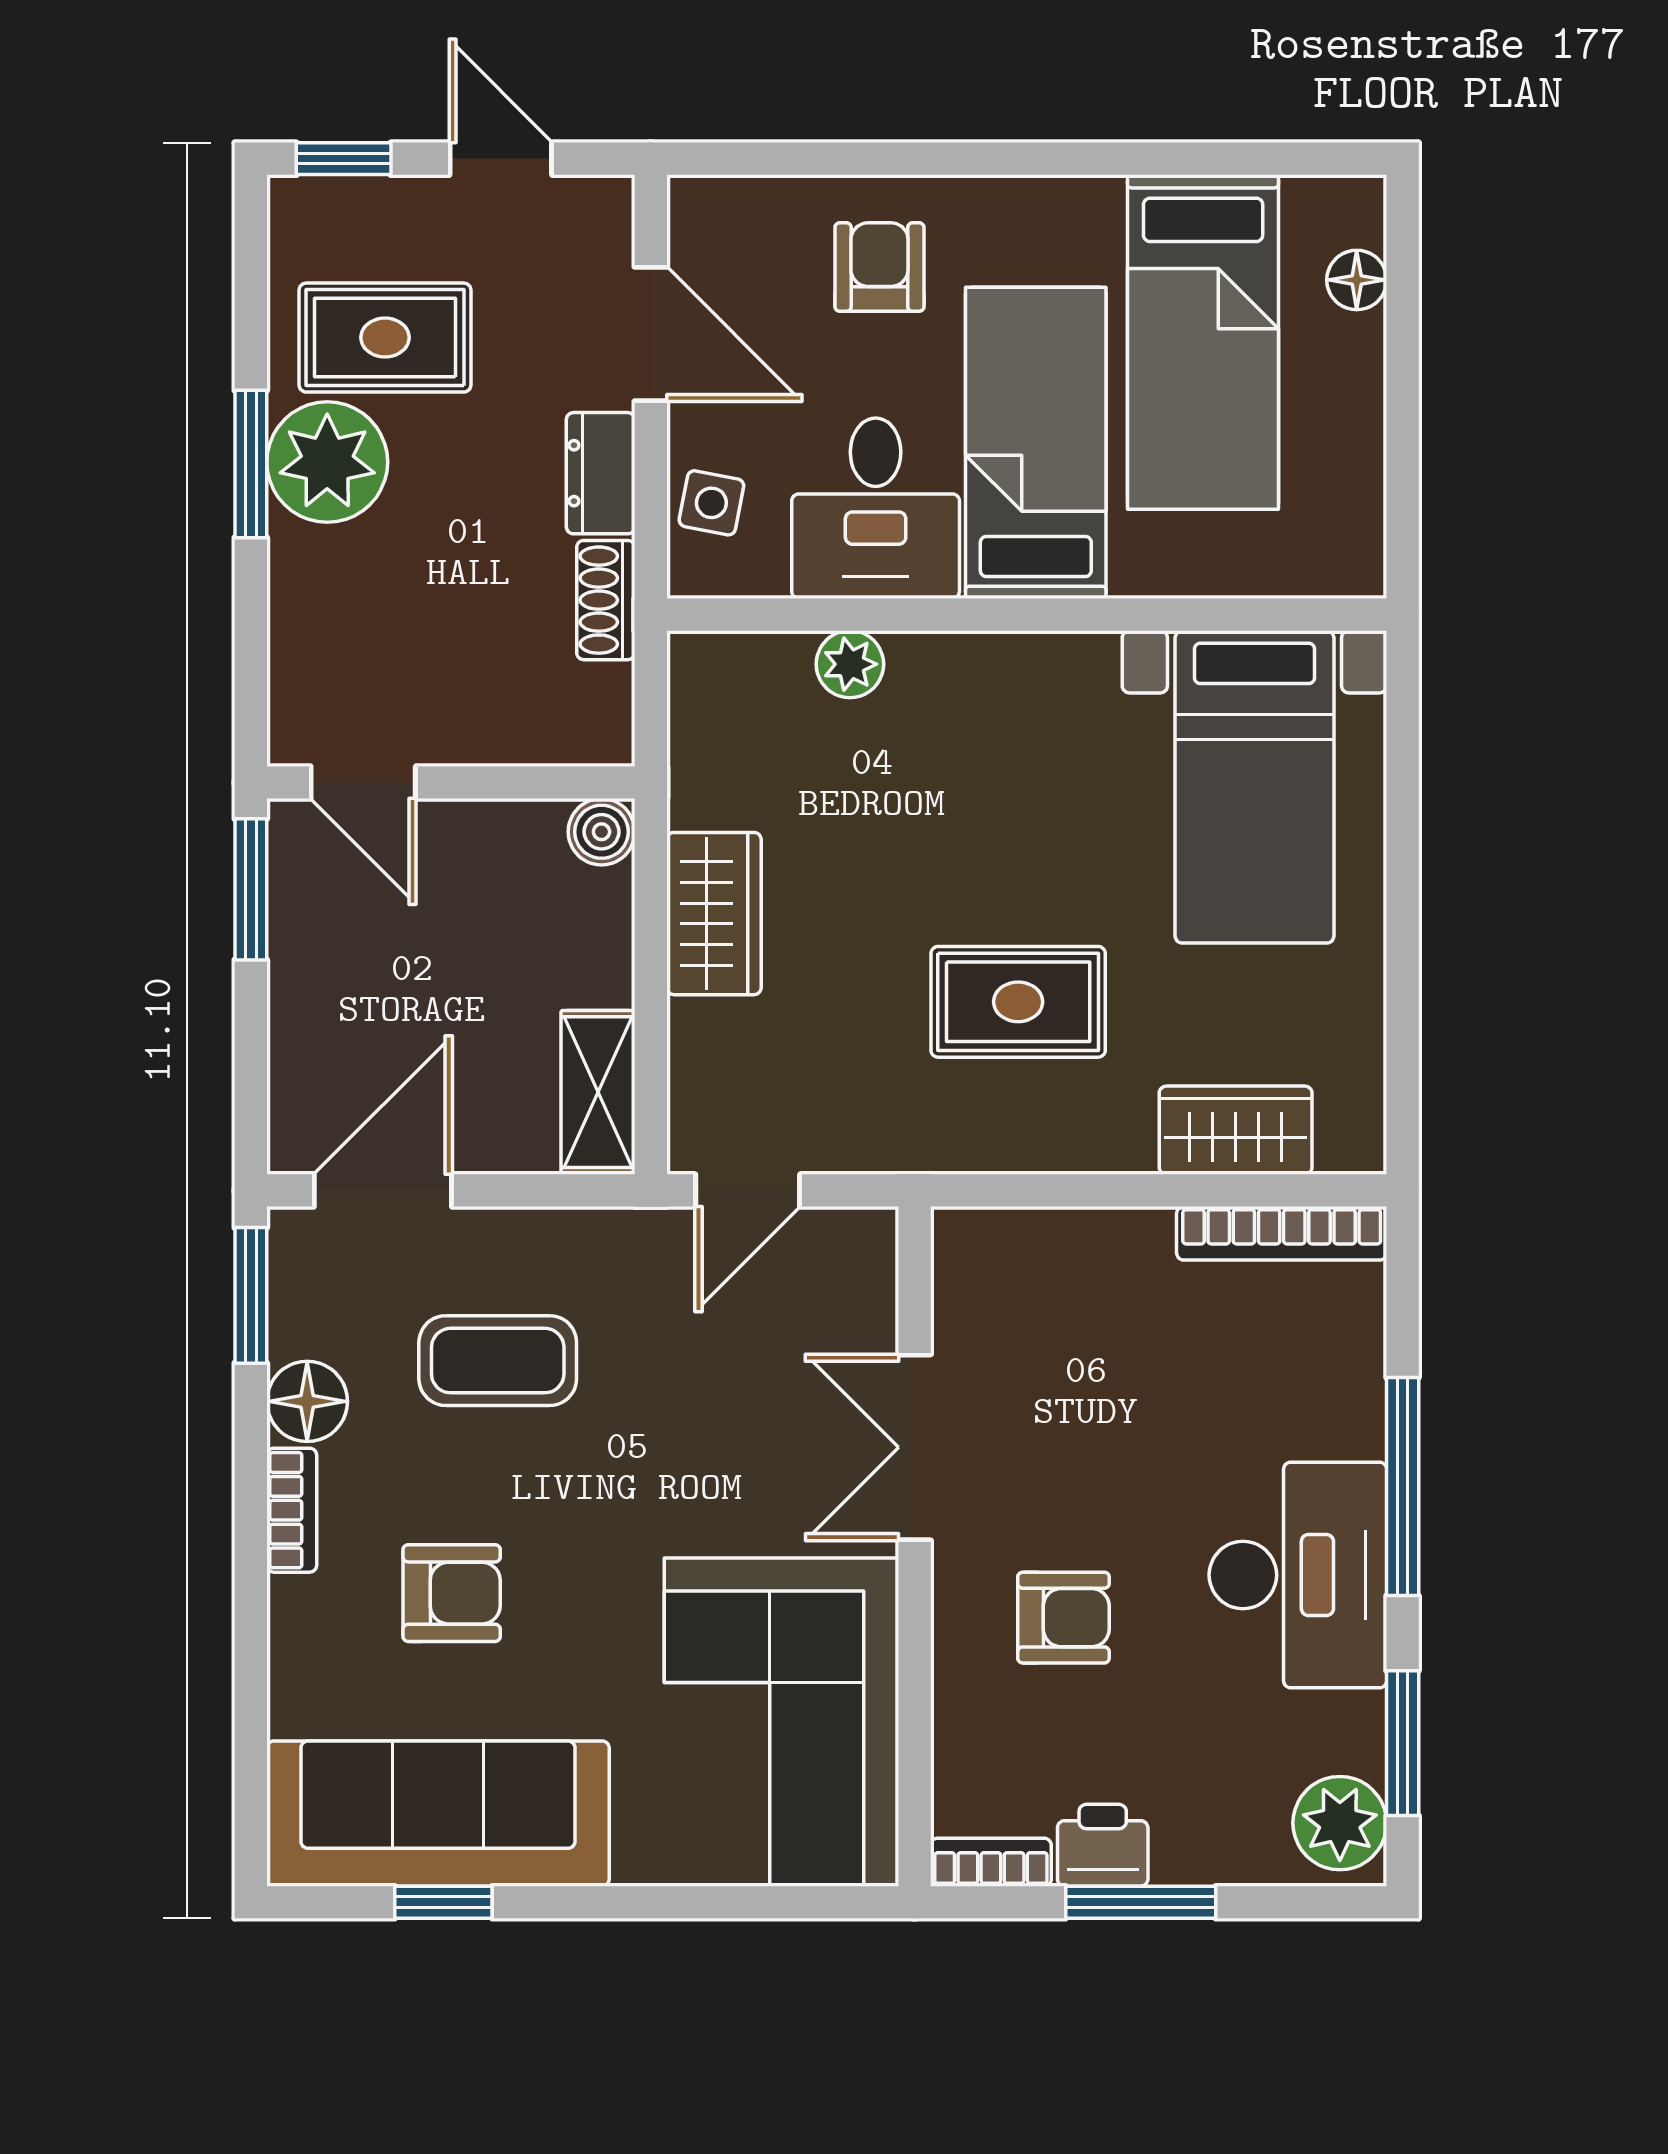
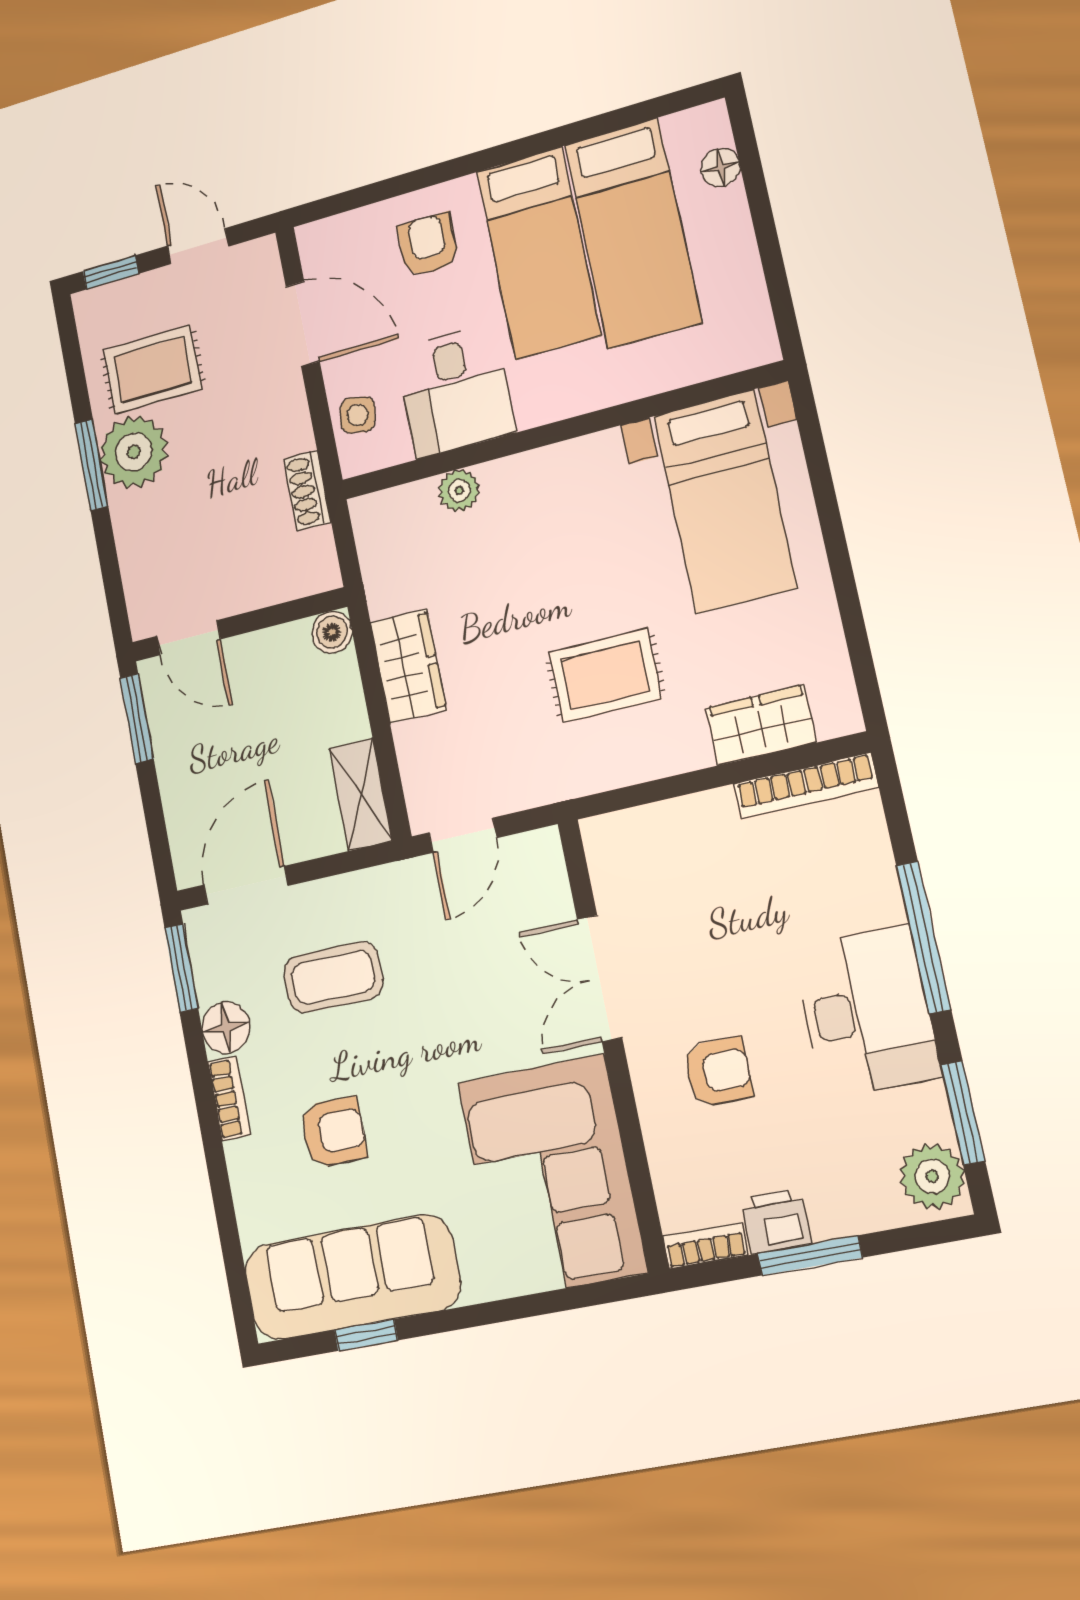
bed: (1036, 443) -> (539, 253), moved, turned 180
dresser: (601, 473) -> (290, 415), removed

